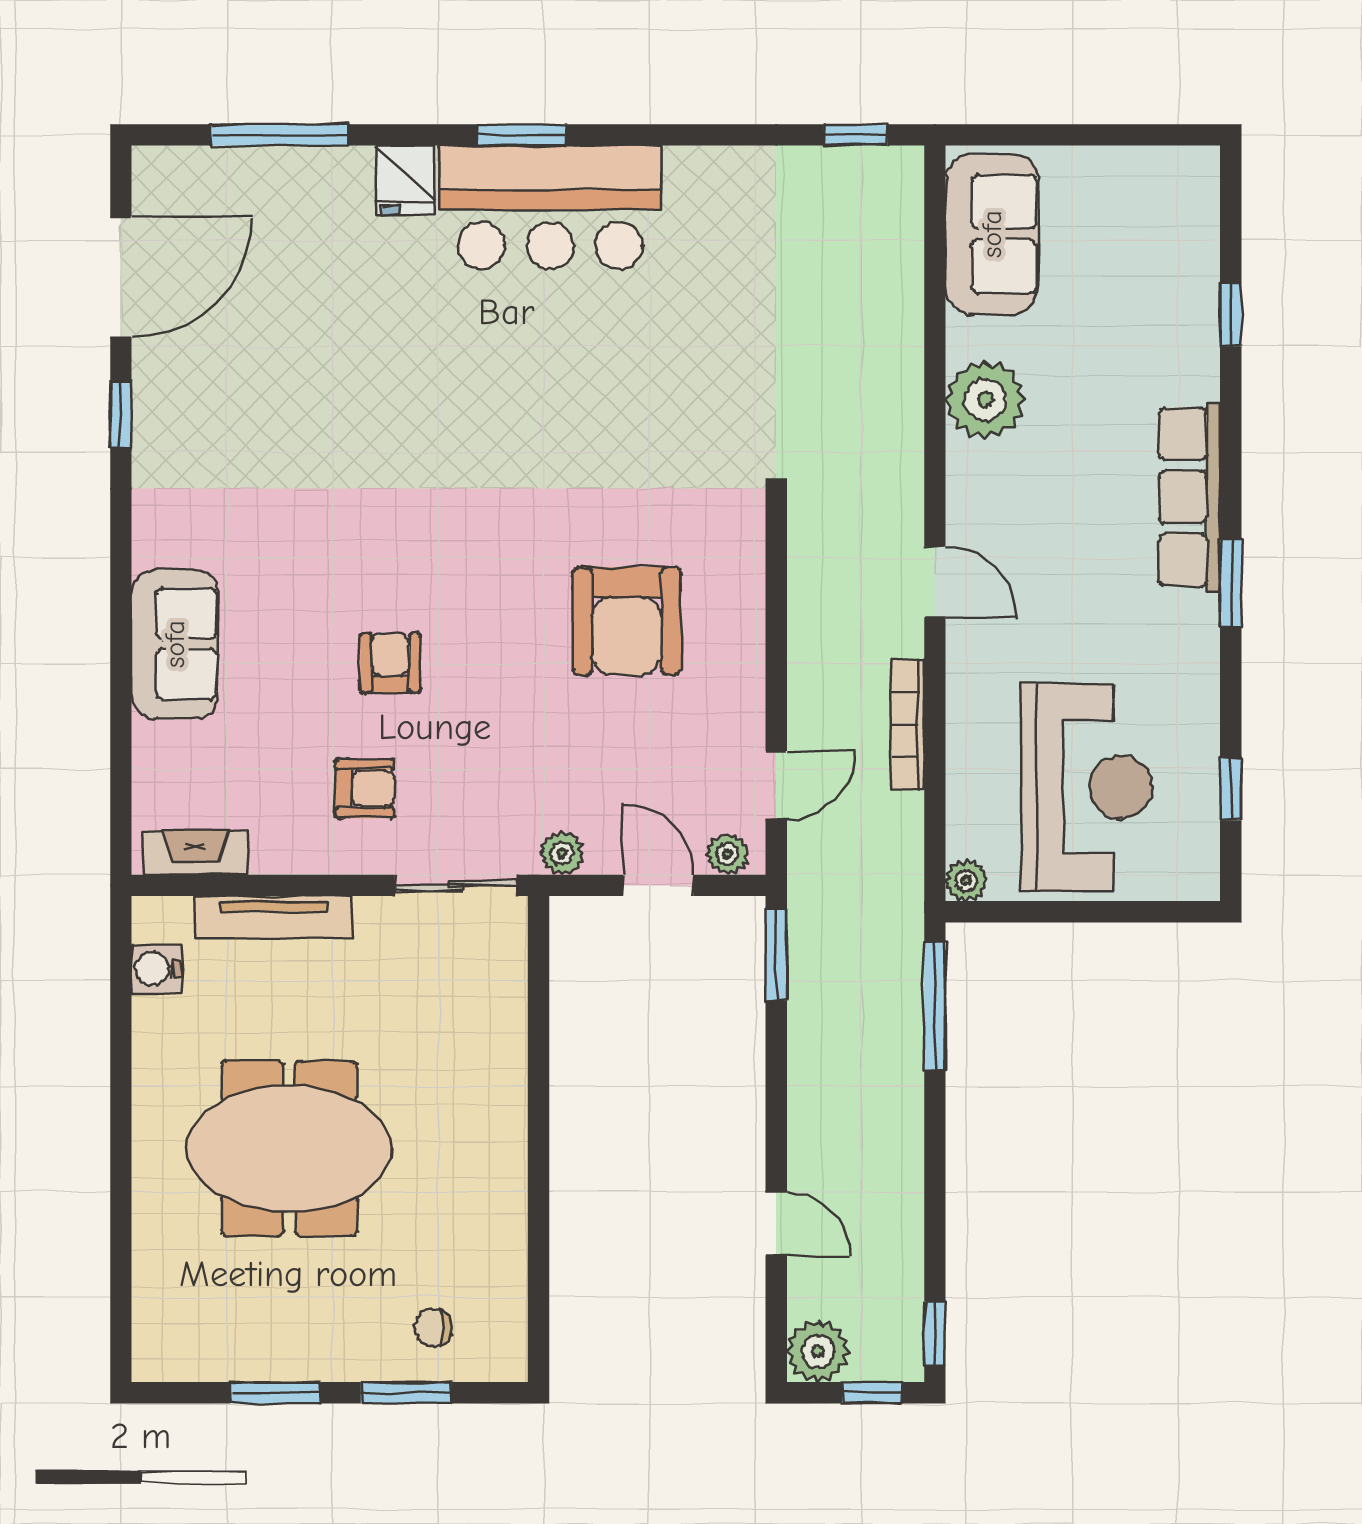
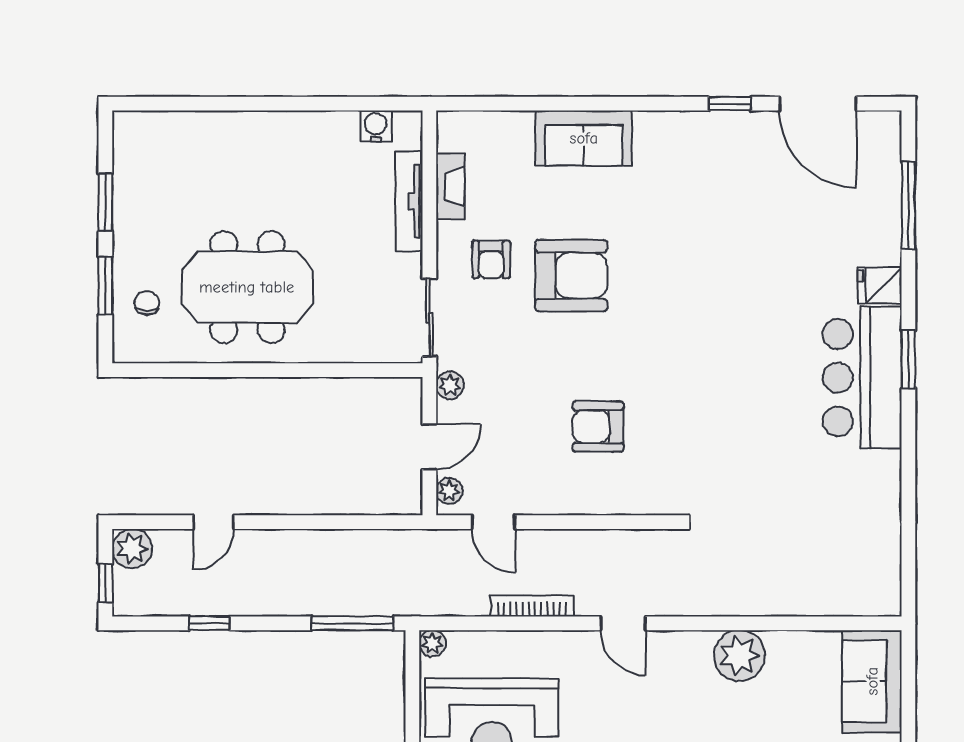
window: (856, 135) -> (908, 573), removed
sofa: (992, 234) -> (872, 681), moved, turned 90
door: (935, 582) -> (623, 623), hinge flipped
armchair: (627, 621) -> (598, 427), width x0.73, depth x0.73
armchair: (390, 663) -> (571, 276), width x1.88, depth x1.88
fireplace: (195, 853) -> (450, 187), moved
window: (776, 954) -> (385, 522), removed
meeting table: (289, 1148) -> (247, 287), moved, turned 90
window: (935, 1333) -> (209, 623), moved

